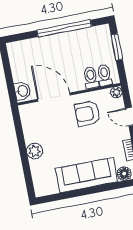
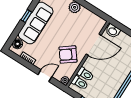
armchair: (88, 113) -> (68, 55), turned -127
window: (88, 191) -> (26, 16), added

